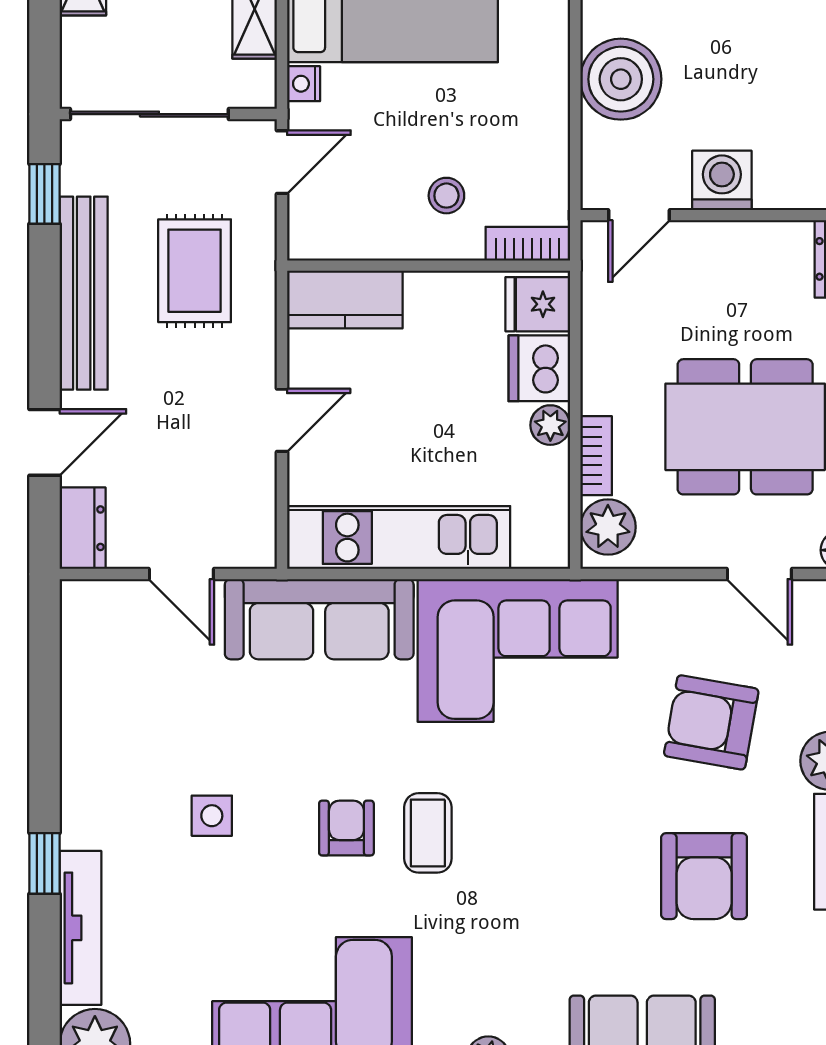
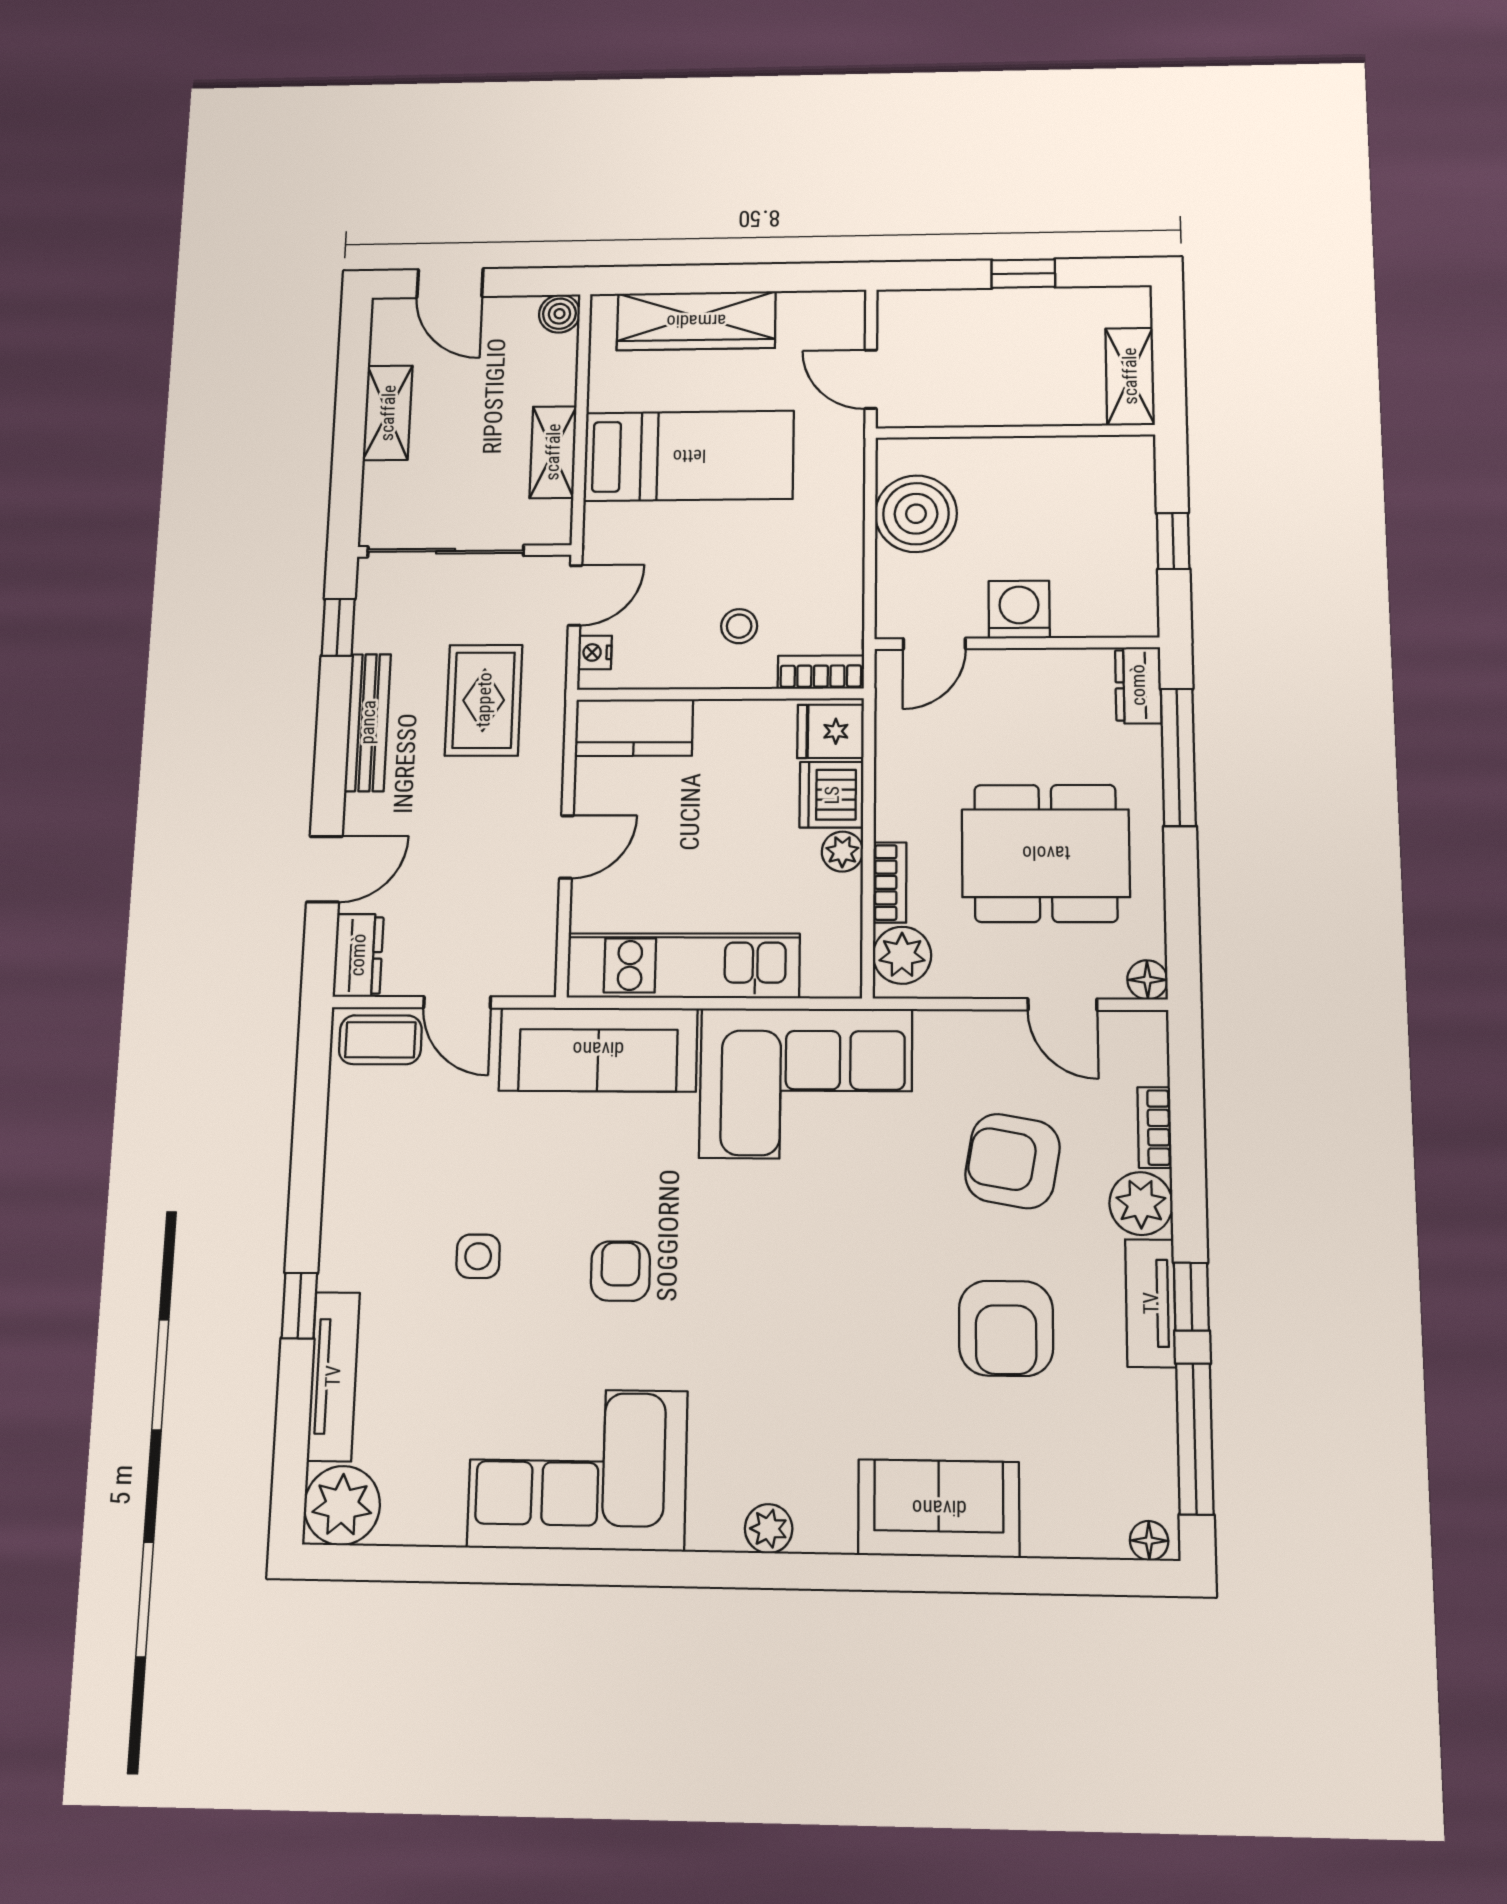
nightstand: (304, 84) -> (595, 652), moved
bench: (84, 293) -> (368, 722), width x0.73, depth x0.82
coffee table: (428, 833) -> (380, 1040), moved, turned 90

